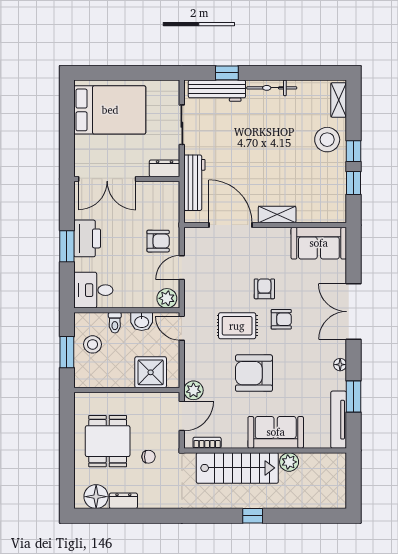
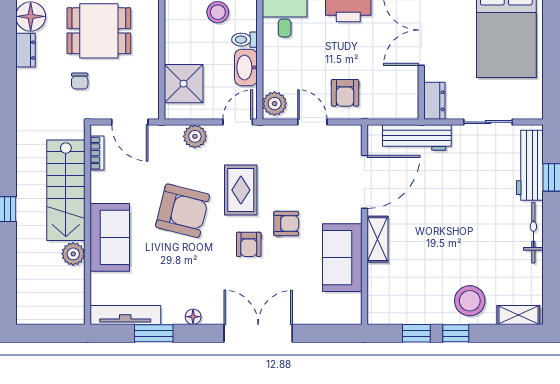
sofa: (319, 243) -> (342, 258), moved
washbasin: (142, 322) -> (246, 68), width x1.38
armchair: (254, 373) -> (183, 211), turned 104
plant: (193, 390) -> (195, 136), moved

